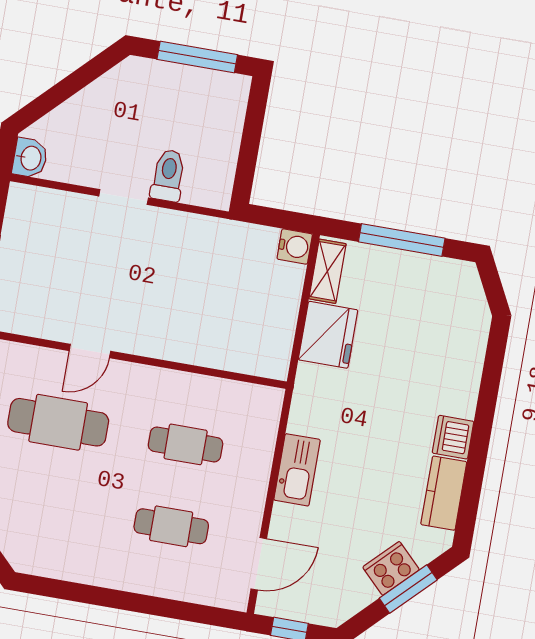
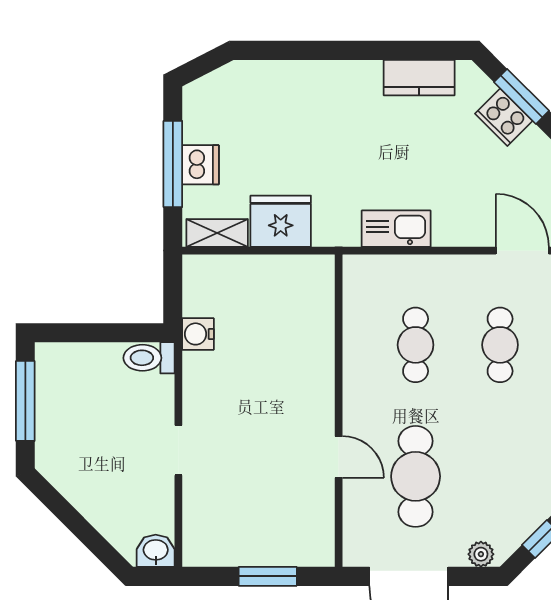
toilet: (168, 176) -> (149, 358), moved
water cooler: (295, 246) -> (198, 334), moved, turned -90
dishwasher: (453, 437) -> (201, 165), moved, turned -90
kitchen sink: (297, 470) -> (396, 229), moved

